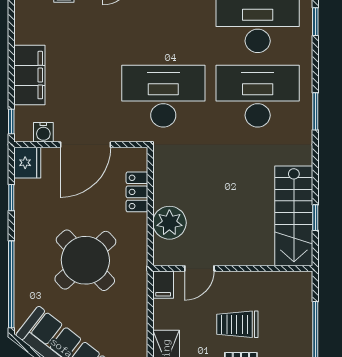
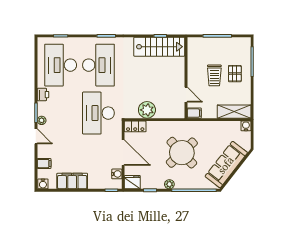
filing cabinet: (29, 75) -> (72, 181), moved
desk: (258, 96) -> (98, 65), turned 180
locker: (137, 192) -> (135, 126), moved
plant: (169, 223) -> (147, 110), moved
plant: (23, 236) -> (169, 184), added

